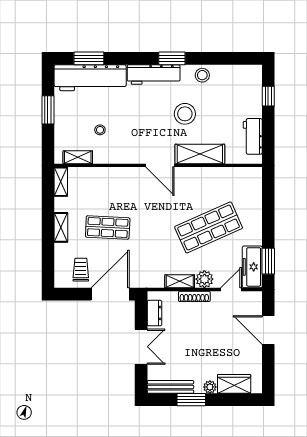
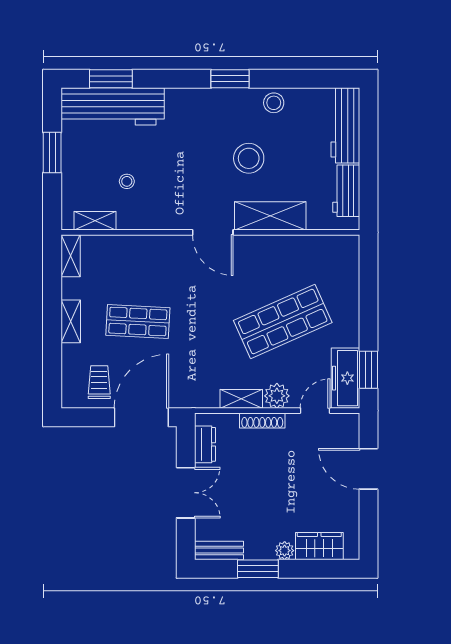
workbench: (154, 74) -> (345, 125), moved, turned 90
window: (268, 96) -> (368, 133), removed
bench: (170, 387) -> (219, 551), width x0.73

